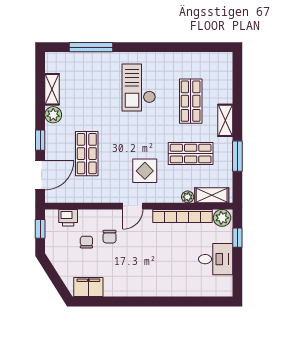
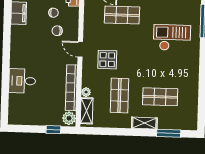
checkout: (139, 87) -> (172, 38), moved
window: (237, 156) -> (169, 133), moved
desk: (216, 259) -> (22, 81), moved, turned 90

